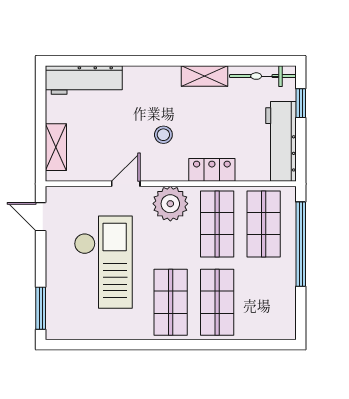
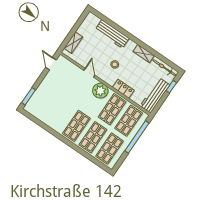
workbench: (84, 80) -> (112, 34), moved
door: (126, 184) -> (89, 73), hinge flipped
checkout: (103, 262) -> (62, 95), removed
shop shelf: (264, 302) -> (110, 149), added

